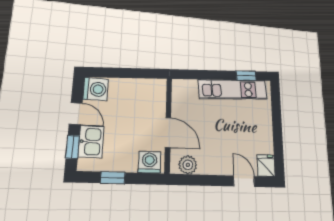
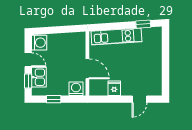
kitchen unit: (233, 90) -> (116, 37), moved
plant: (188, 165) -> (101, 90), removed
fridge: (266, 166) -> (114, 88), moved
door: (244, 181) -> (140, 99), swing flipped

